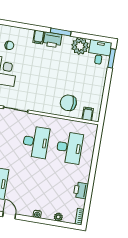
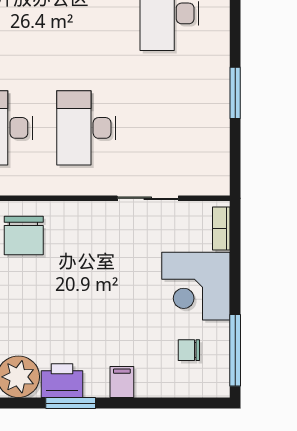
printer: (52, 40) -> (62, 381), moved
chair: (68, 103) -> (24, 235), turned 90

